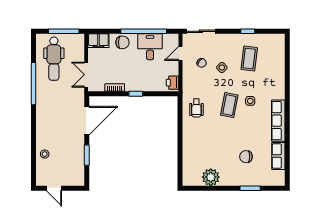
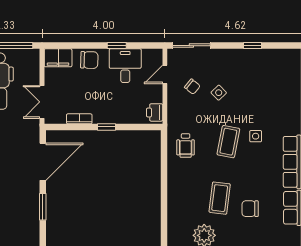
window: (144, 31) -> (117, 46), width x0.32
coffee table: (249, 58) -> (220, 198), moved

